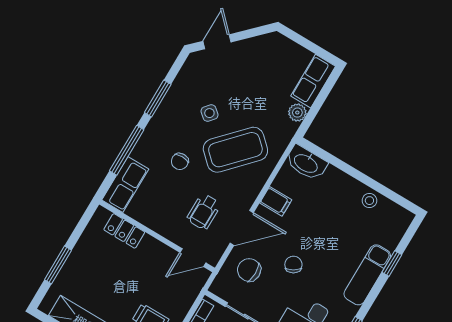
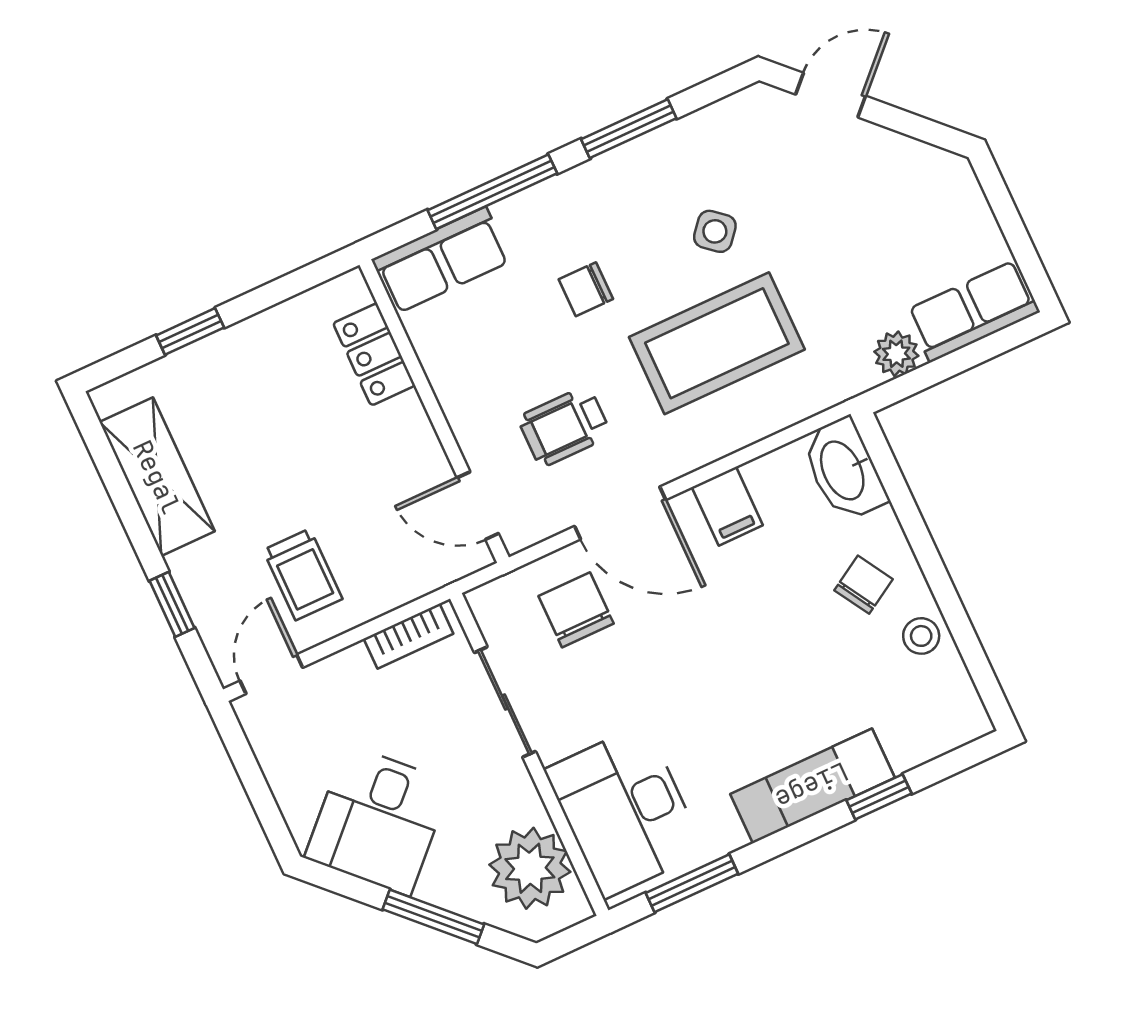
coffee table: (235, 150) -> (717, 343), turned -43
window: (58, 265) -> (190, 331), width x0.67
chair: (293, 265) -> (863, 585), moved

